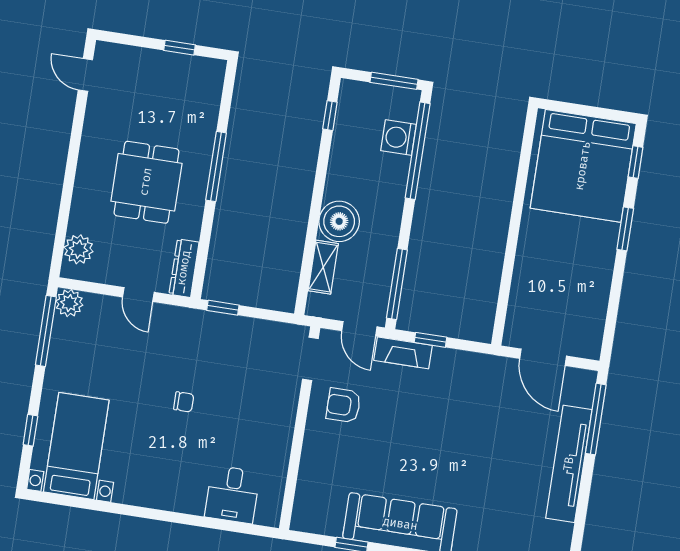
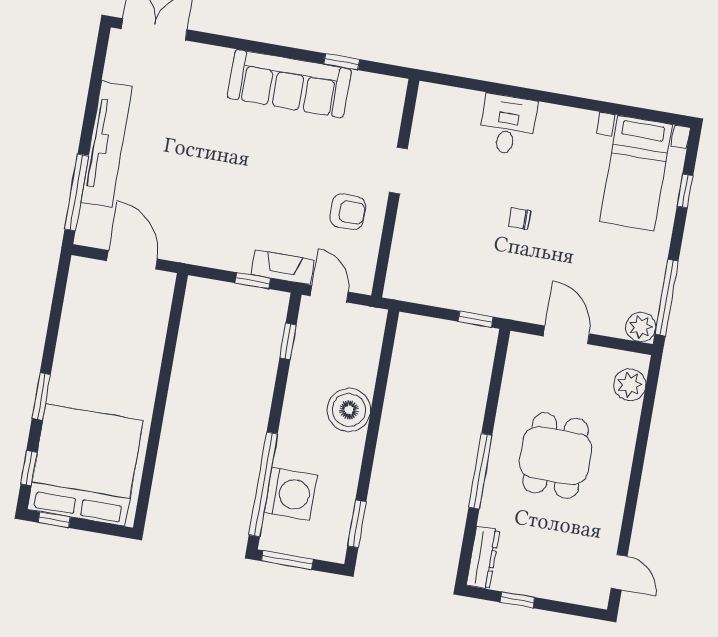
window: (611, 114) -> (54, 520), added
window: (330, 116) -> (357, 524), width x1.50
washing machine: (399, 138) -> (291, 494), width x1.37, depth x1.37
shelving: (323, 267) -> (367, 361), removed
dresser: (184, 268) -> (483, 558), moved
window: (397, 284) -> (288, 341), width x0.46
door: (138, 295) -> (566, 335), width x1.38
doorway: (310, 359) -> (398, 171), moved
desk: (232, 494) -> (508, 125), moved

